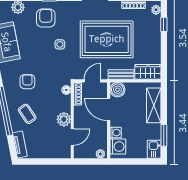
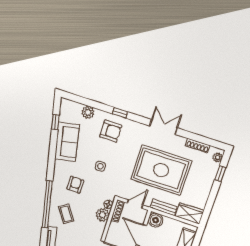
armchair: (46, 18) -> (111, 131), turned 90
side table: (60, 44) -> (100, 166), moved
plant: (64, 119) -> (102, 215), moved

